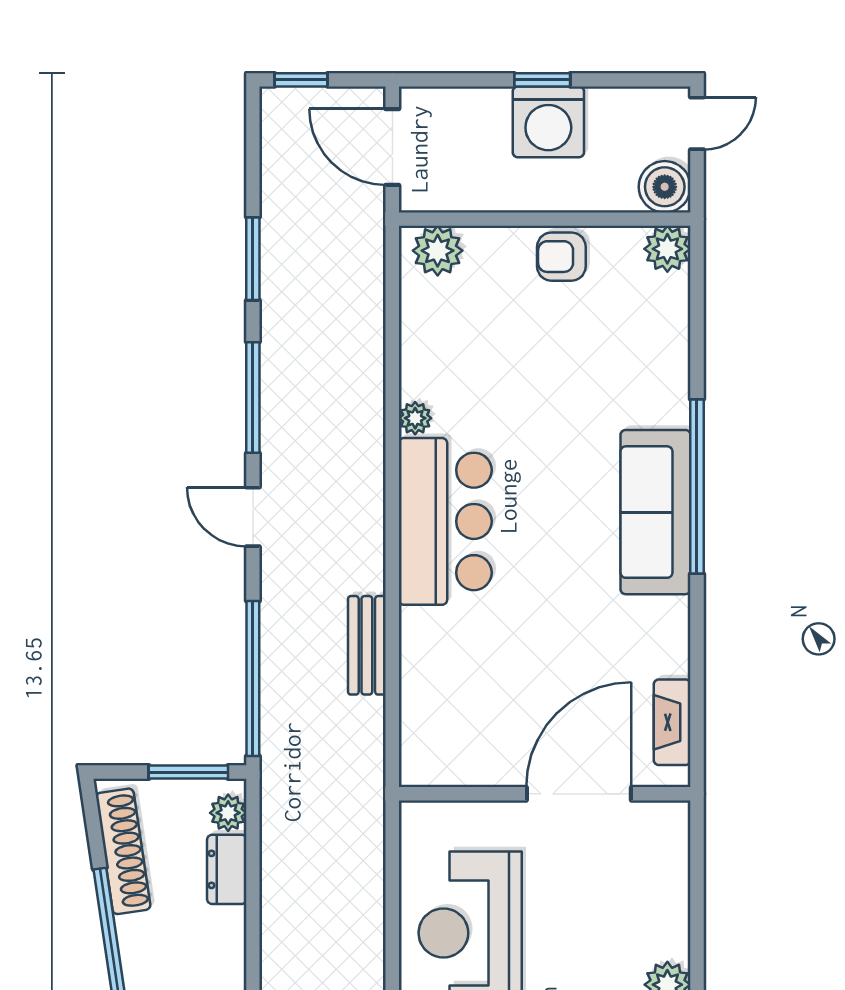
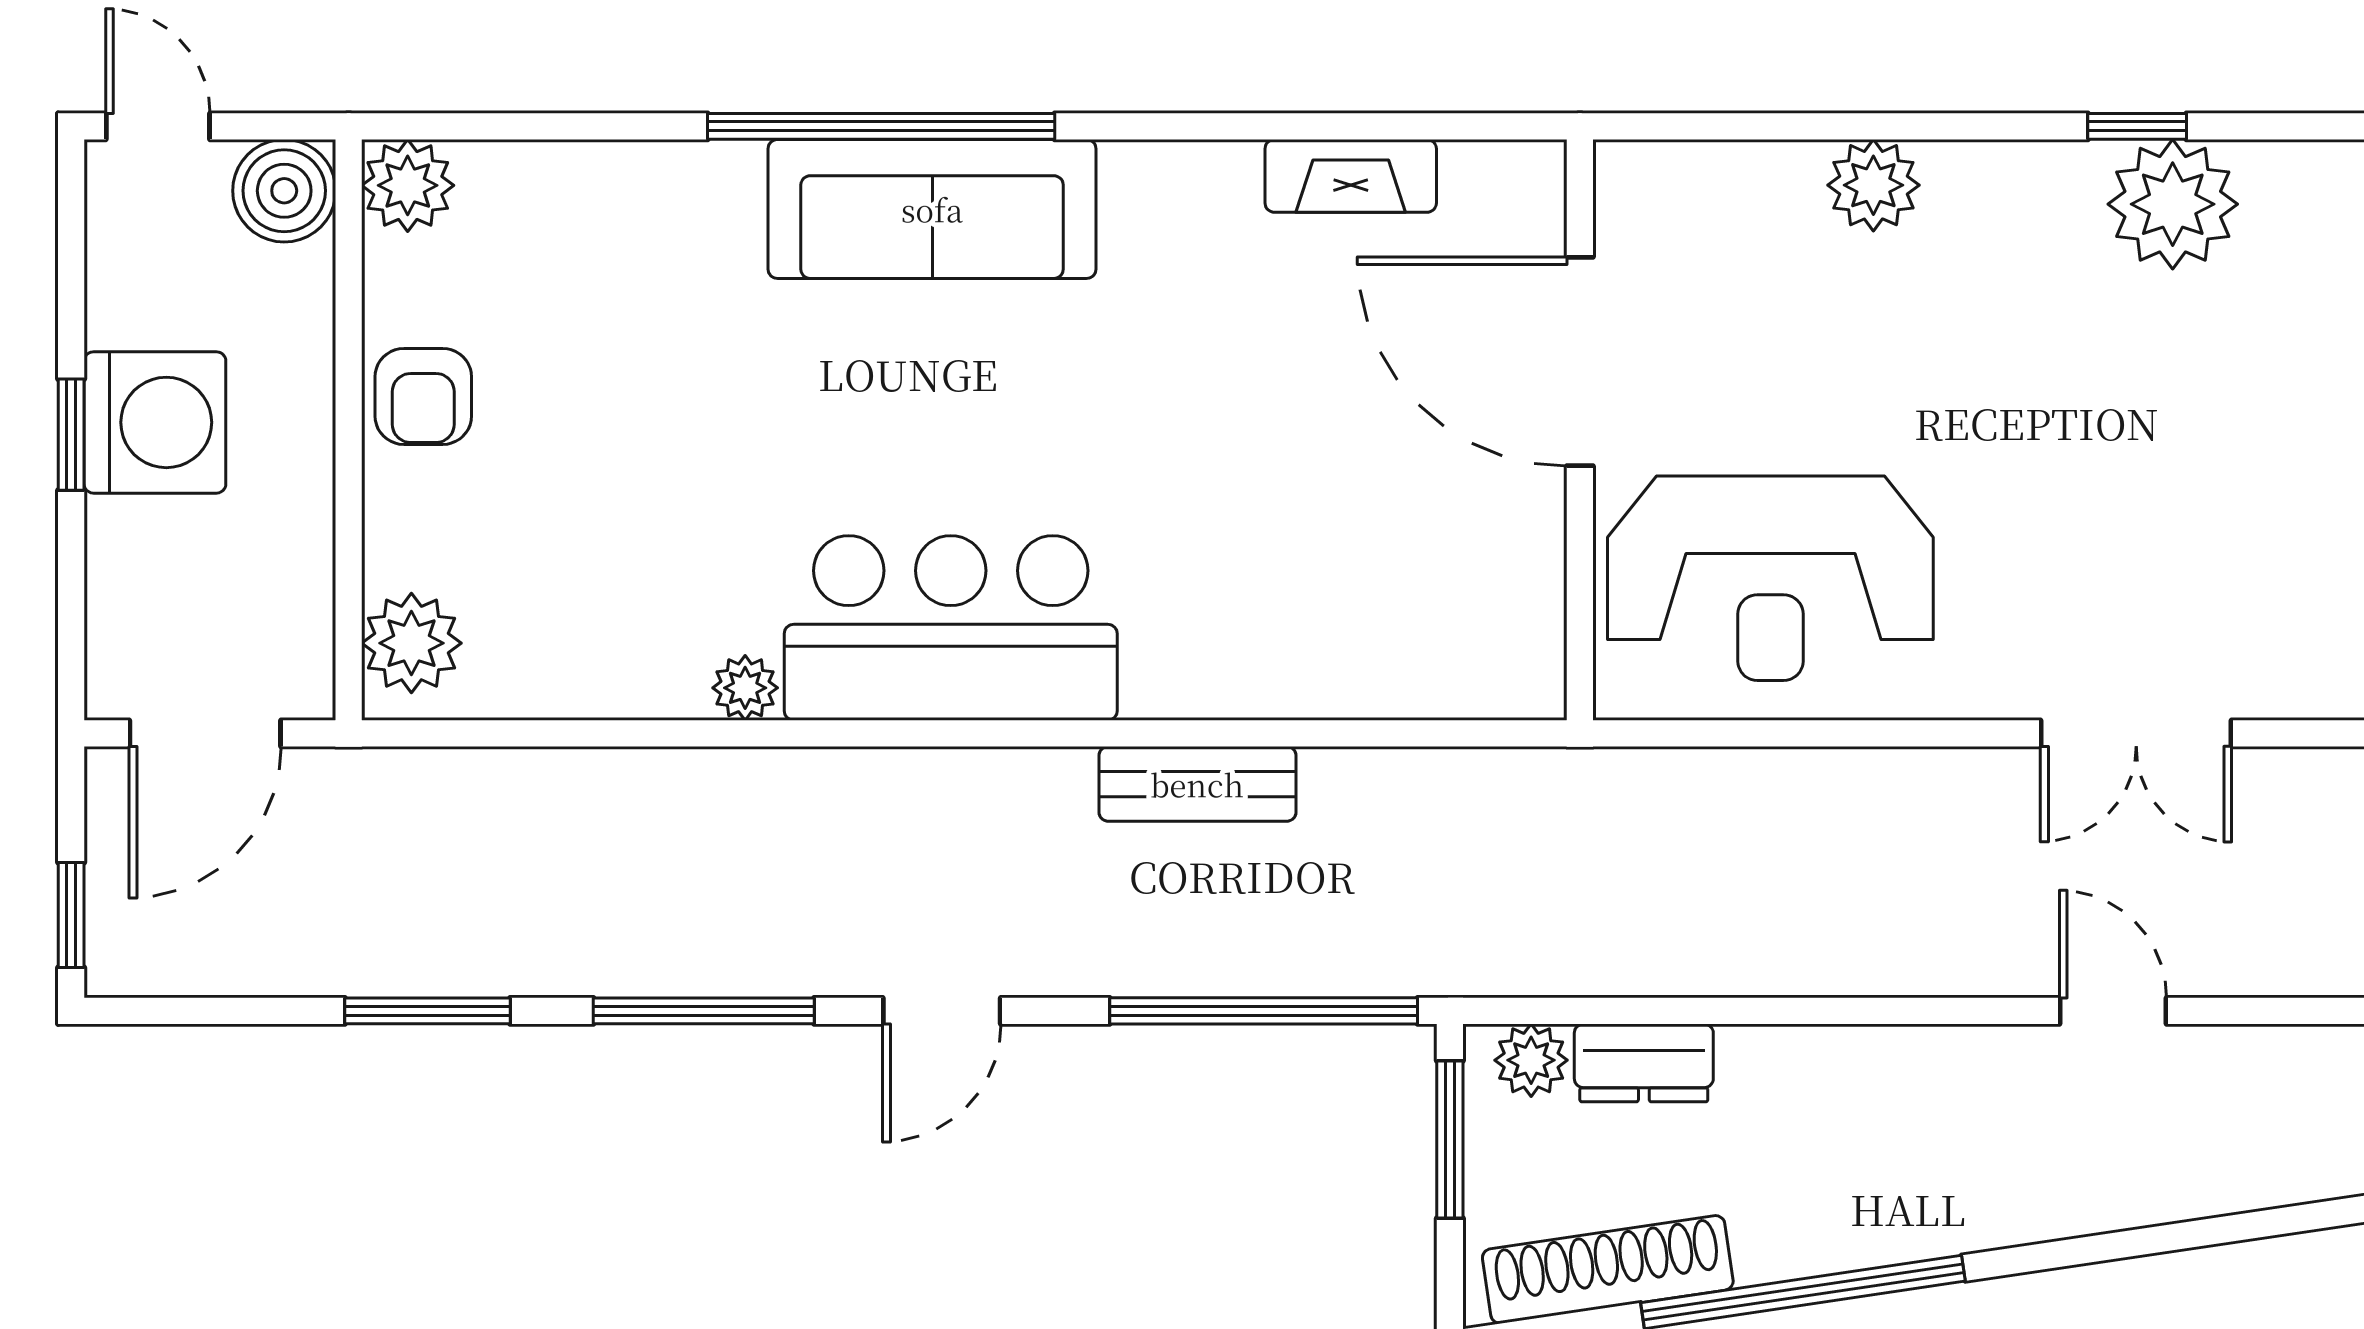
wall: (545, 794) -> (1580, 430), moved
door: (579, 794) -> (1580, 362), moved

